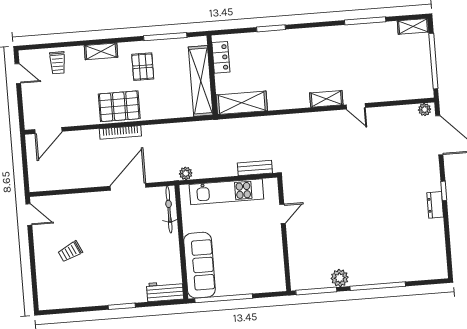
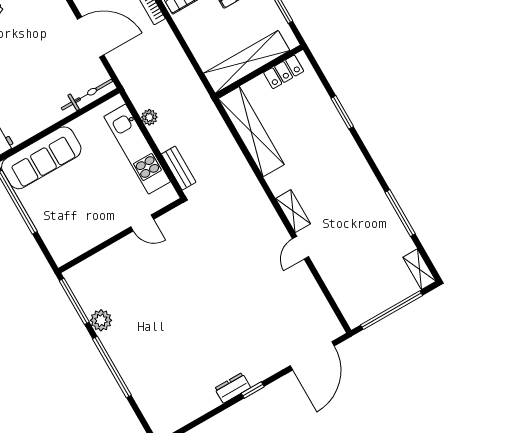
shelving: (242, 103) -> (251, 132), width x1.47
plant: (425, 110) -> (333, 326), removed
plant: (186, 173) -> (149, 117), moved

